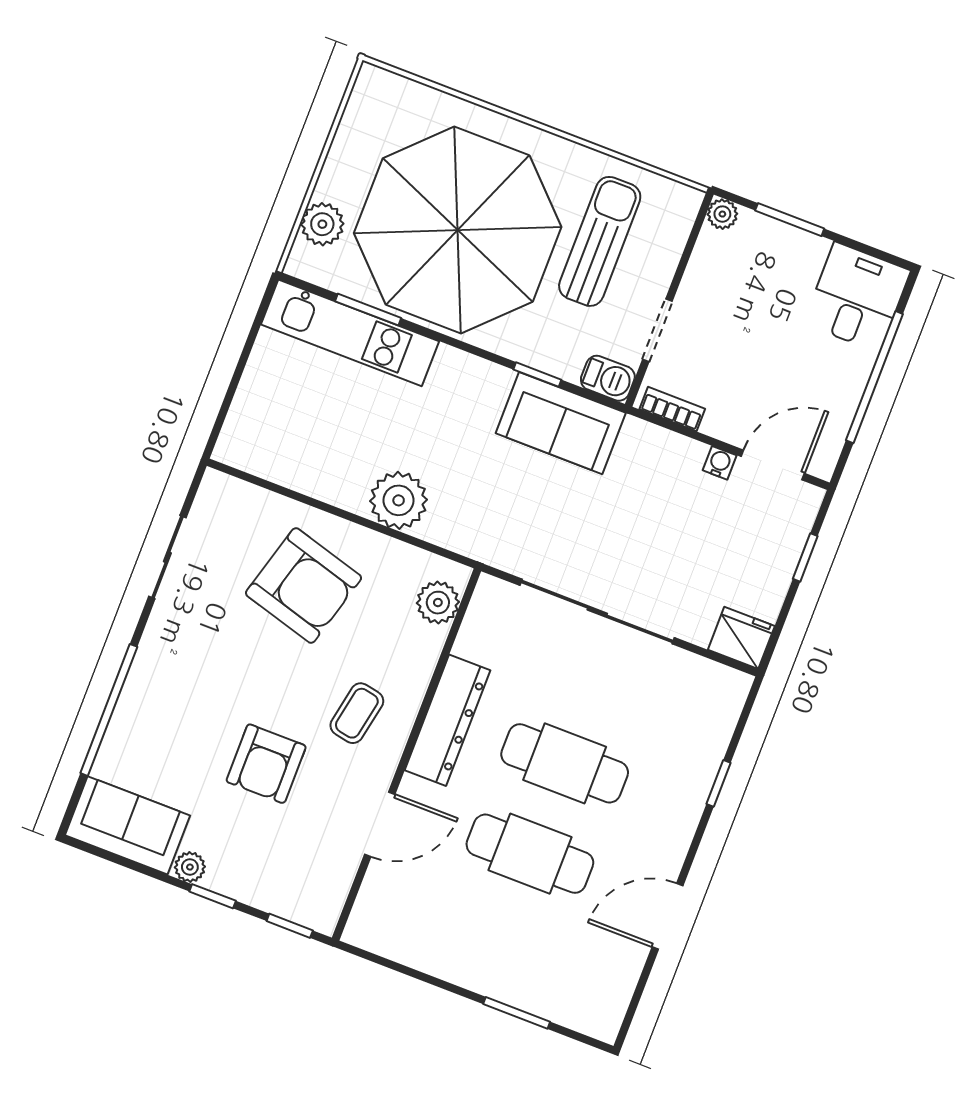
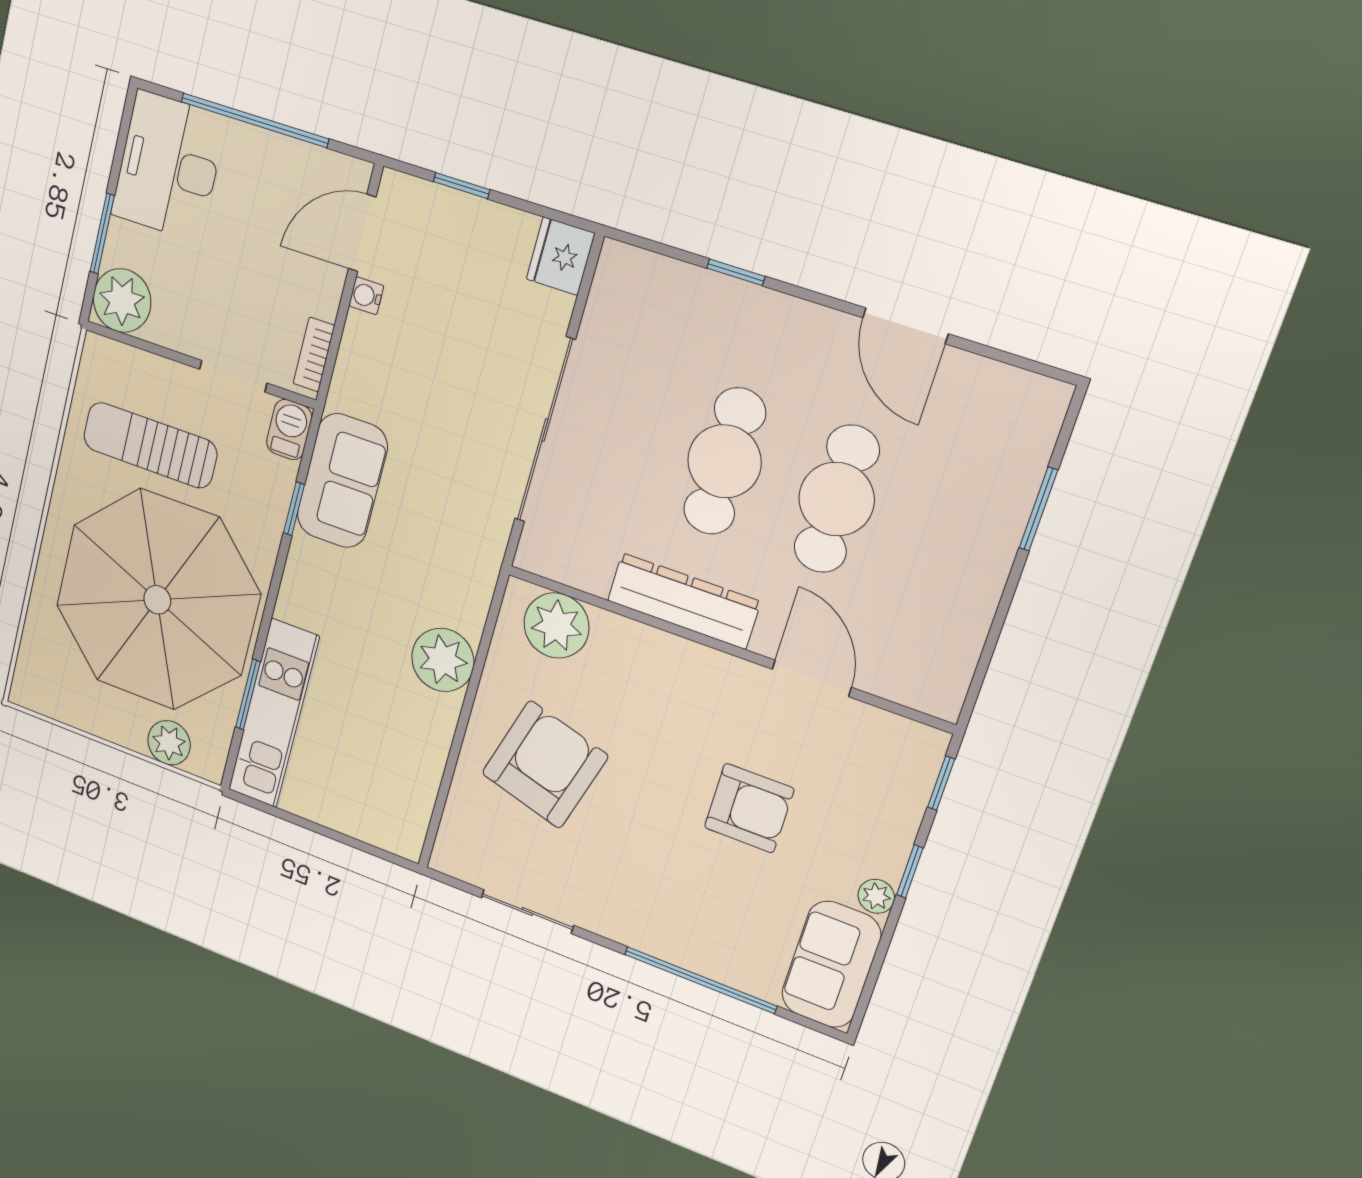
plant: (722, 214) -> (122, 301), width x1.88, depth x1.88
desk: (857, 297) -> (169, 166), width x1.37
door: (773, 465) -> (362, 233), hinge flipped
plant: (438, 603) -> (556, 626), width x1.36, depth x1.36
coffee table: (357, 713) -> (683, 705), removed

